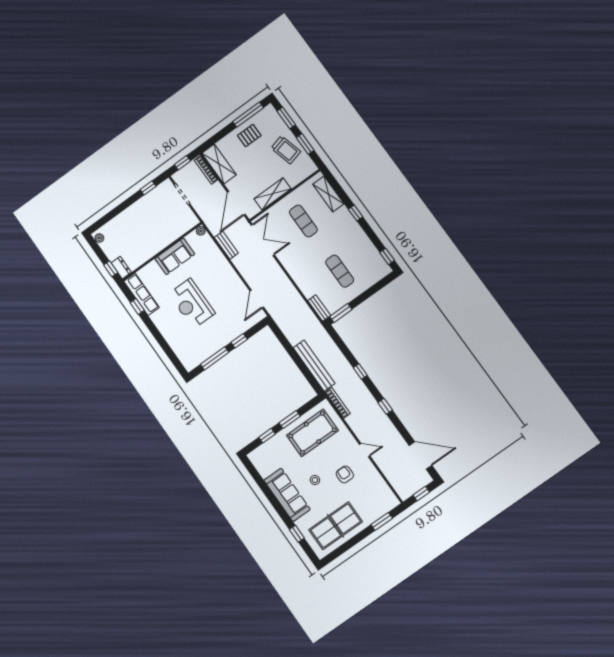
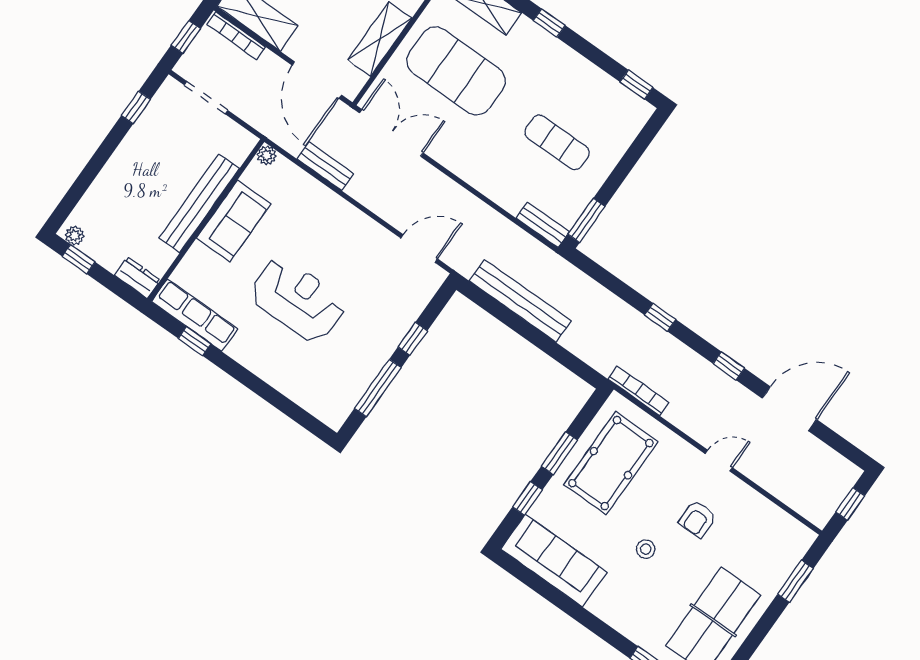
exercise mat: (303, 221) -> (456, 71), width x2.00, depth x1.45
bench: (162, 243) -> (199, 203), added
window: (111, 269) -> (79, 259), moved
door: (257, 299) -> (419, 248), swing flipped
reception desk: (192, 304) -> (298, 300), turned 180
bench: (314, 366) -> (520, 301), moved
door: (420, 455) -> (789, 409), moved
armchair: (345, 474) -> (698, 519), turned -90
sofa: (287, 495) -> (554, 561), moved

